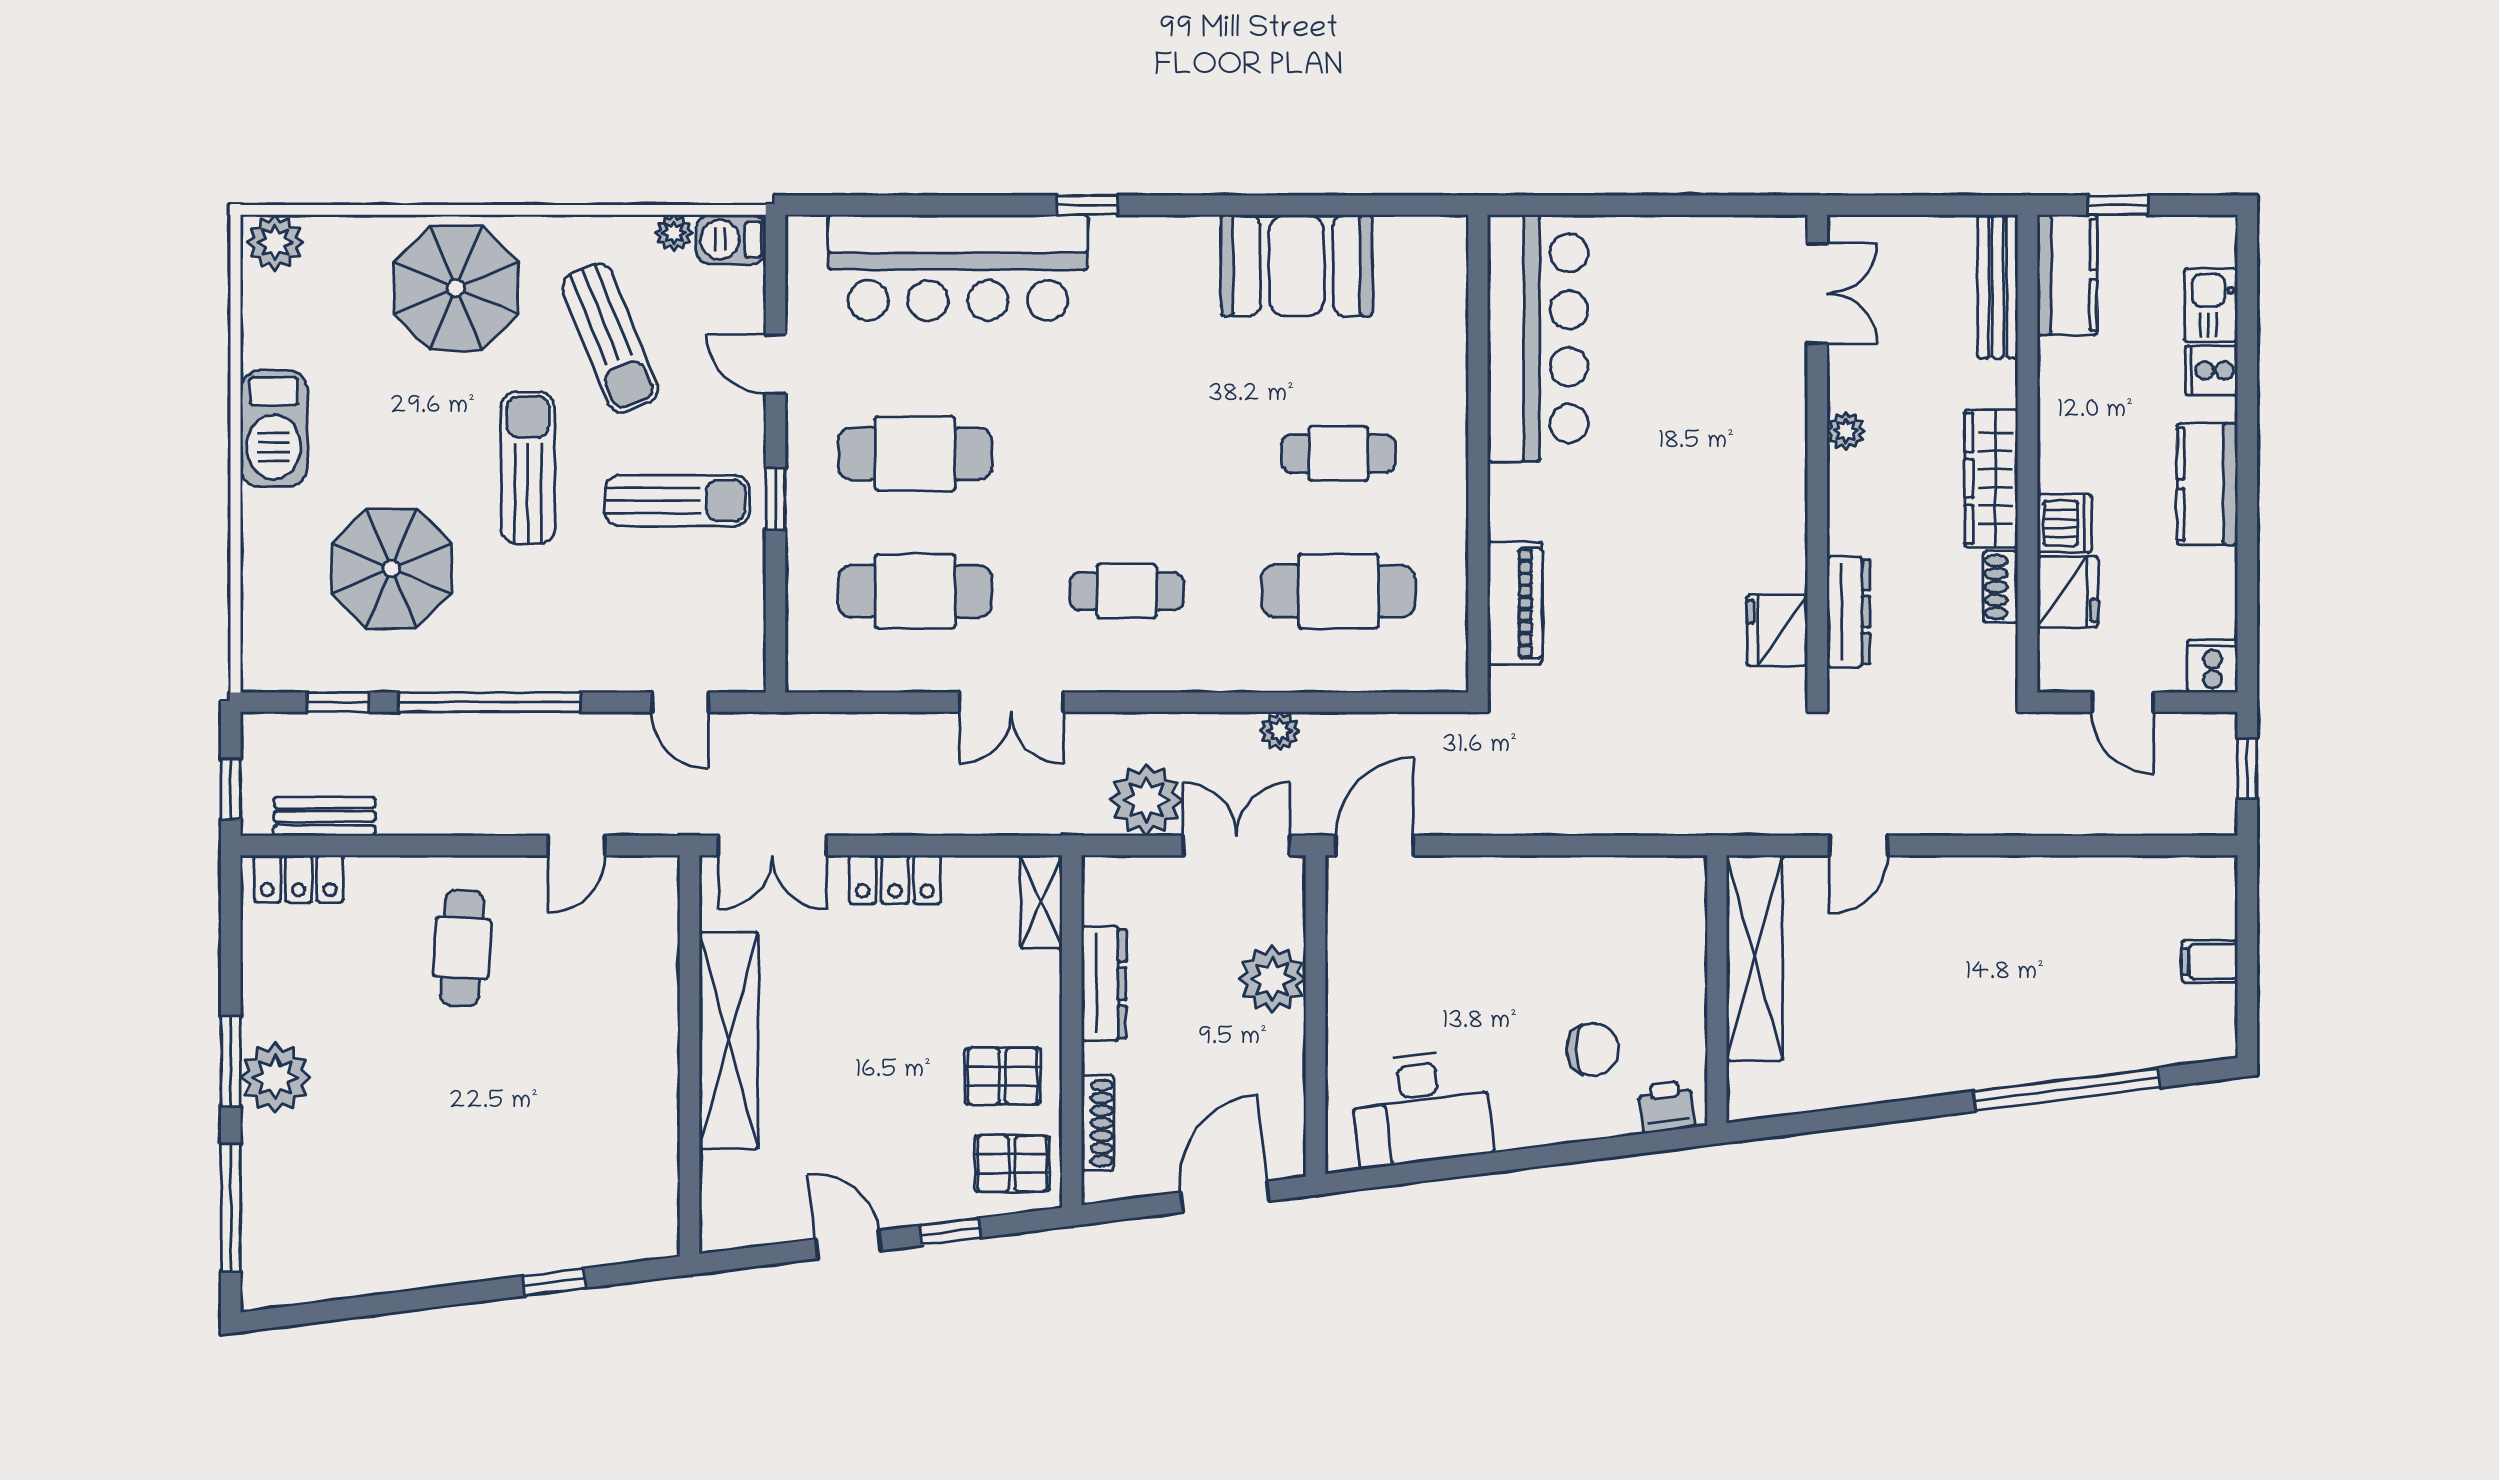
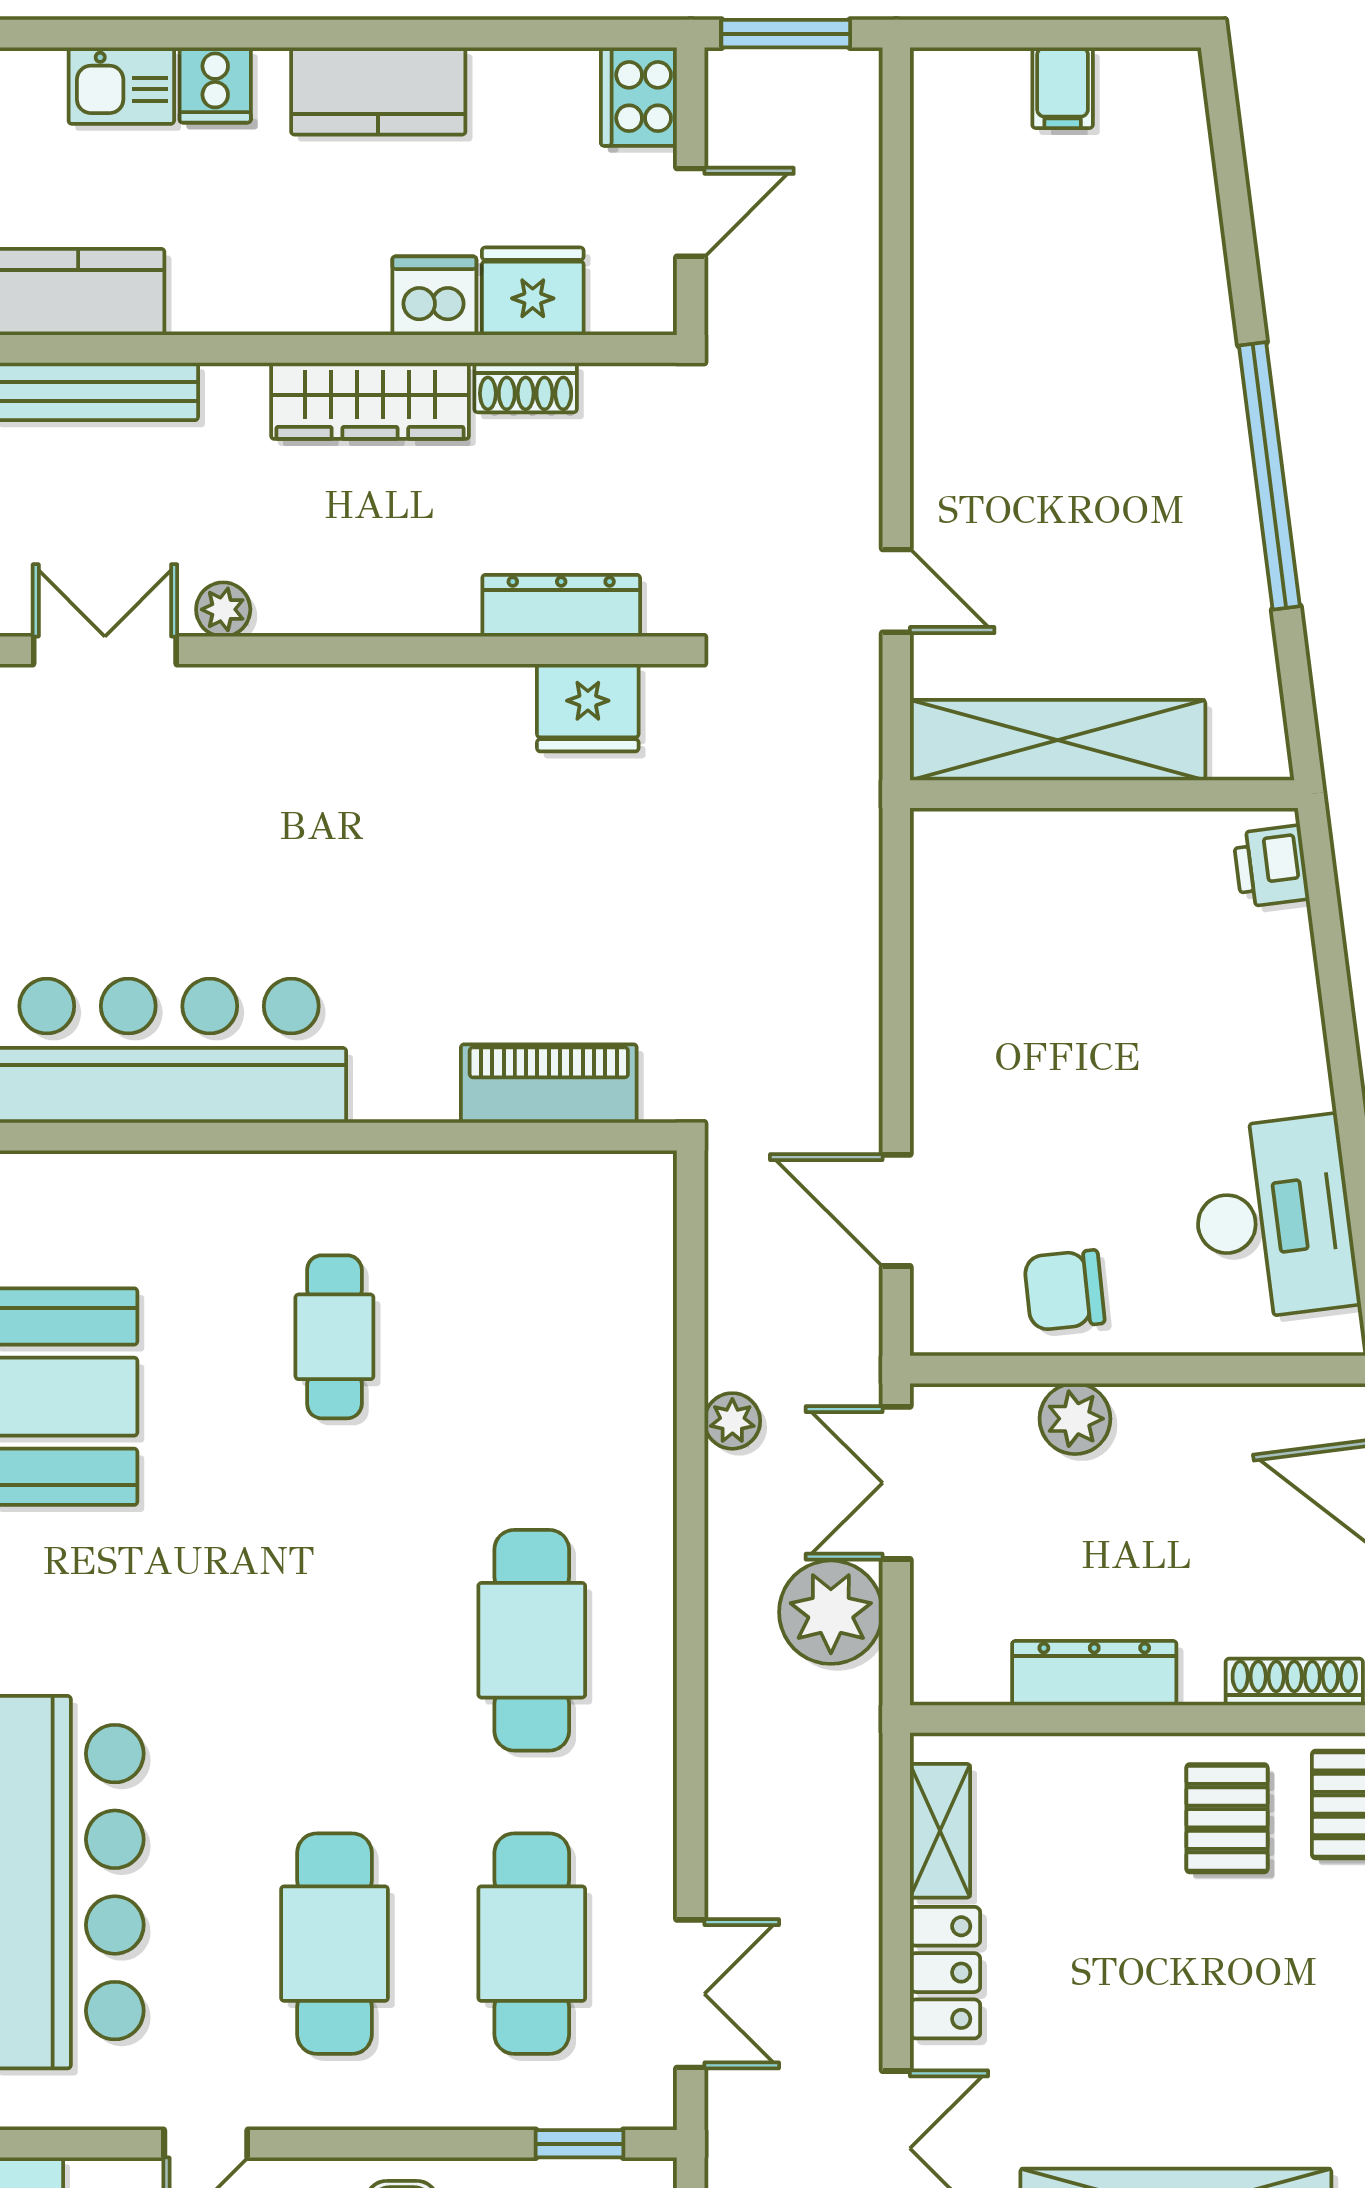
plant: (1846, 431) -> (223, 609), moved
window: (775, 499) -> (579, 2144), moved
cafe table: (1127, 591) -> (532, 1640), width x1.37, depth x1.35
cafe table: (1338, 591) -> (532, 1337), removed
cooker: (2213, 666) -> (639, 97), width x1.36
double door: (1011, 702) -> (691, 1994), moved
window: (2247, 768) -> (786, 34), width x1.50
door: (1375, 845) -> (896, 1210), moved
shelving: (1041, 902) -> (940, 1831), moved, turned 90
plant: (1272, 979) -> (1075, 1419), width x0.73, depth x0.73
chair: (1593, 1049) -> (1064, 1290), moved, turned -96
window: (2067, 1089) -> (1269, 476), moved

